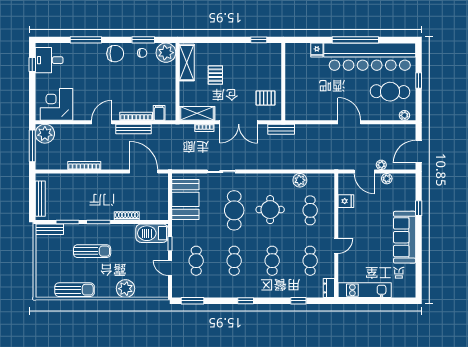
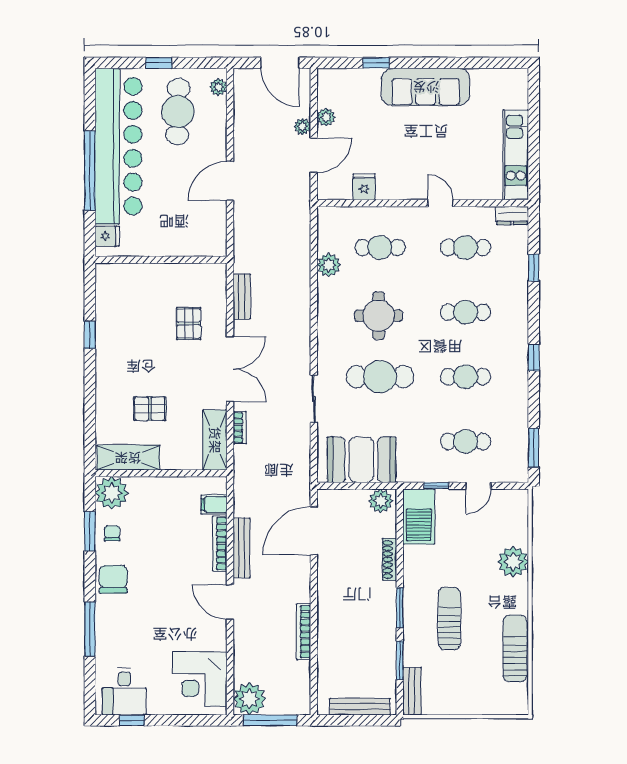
wall: (283, 82) -> (161, 260), moved
plant: (161, 211) -> (381, 501), added

